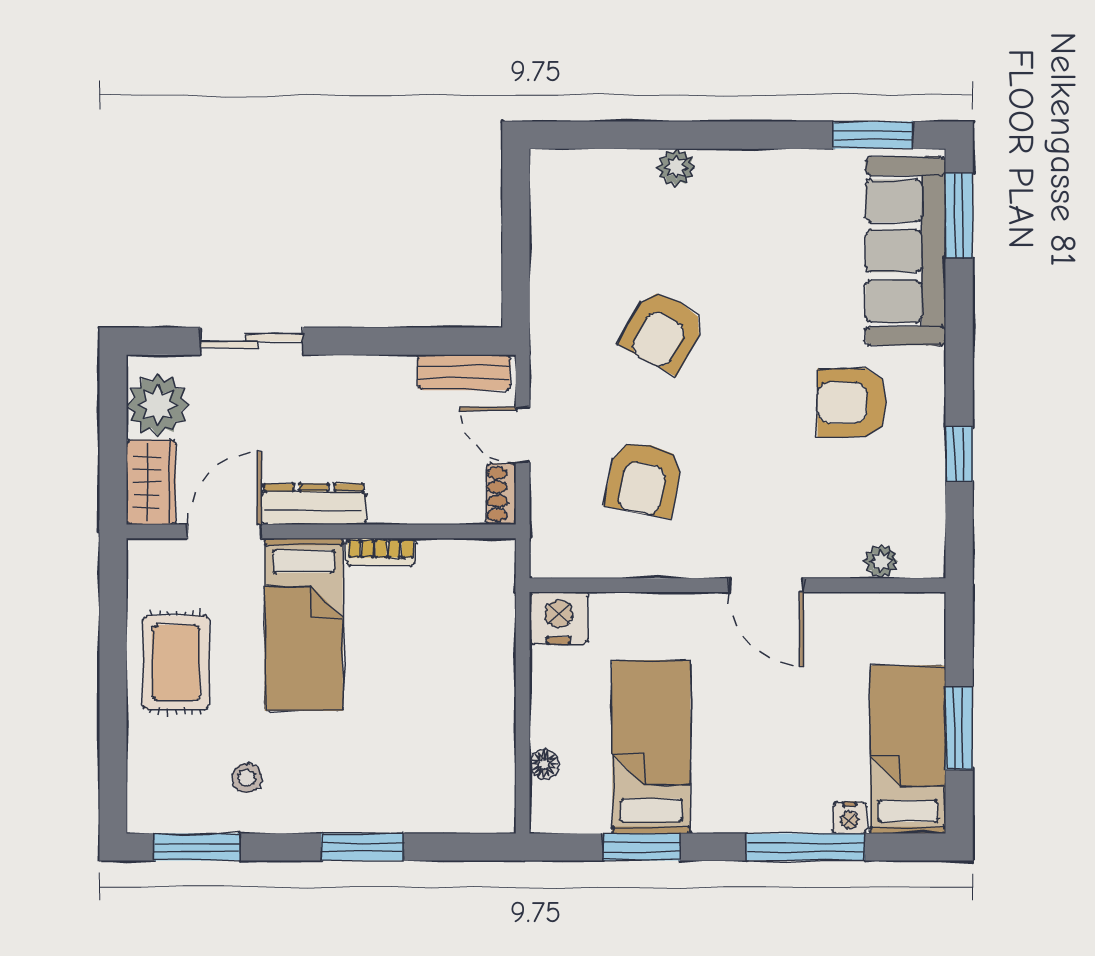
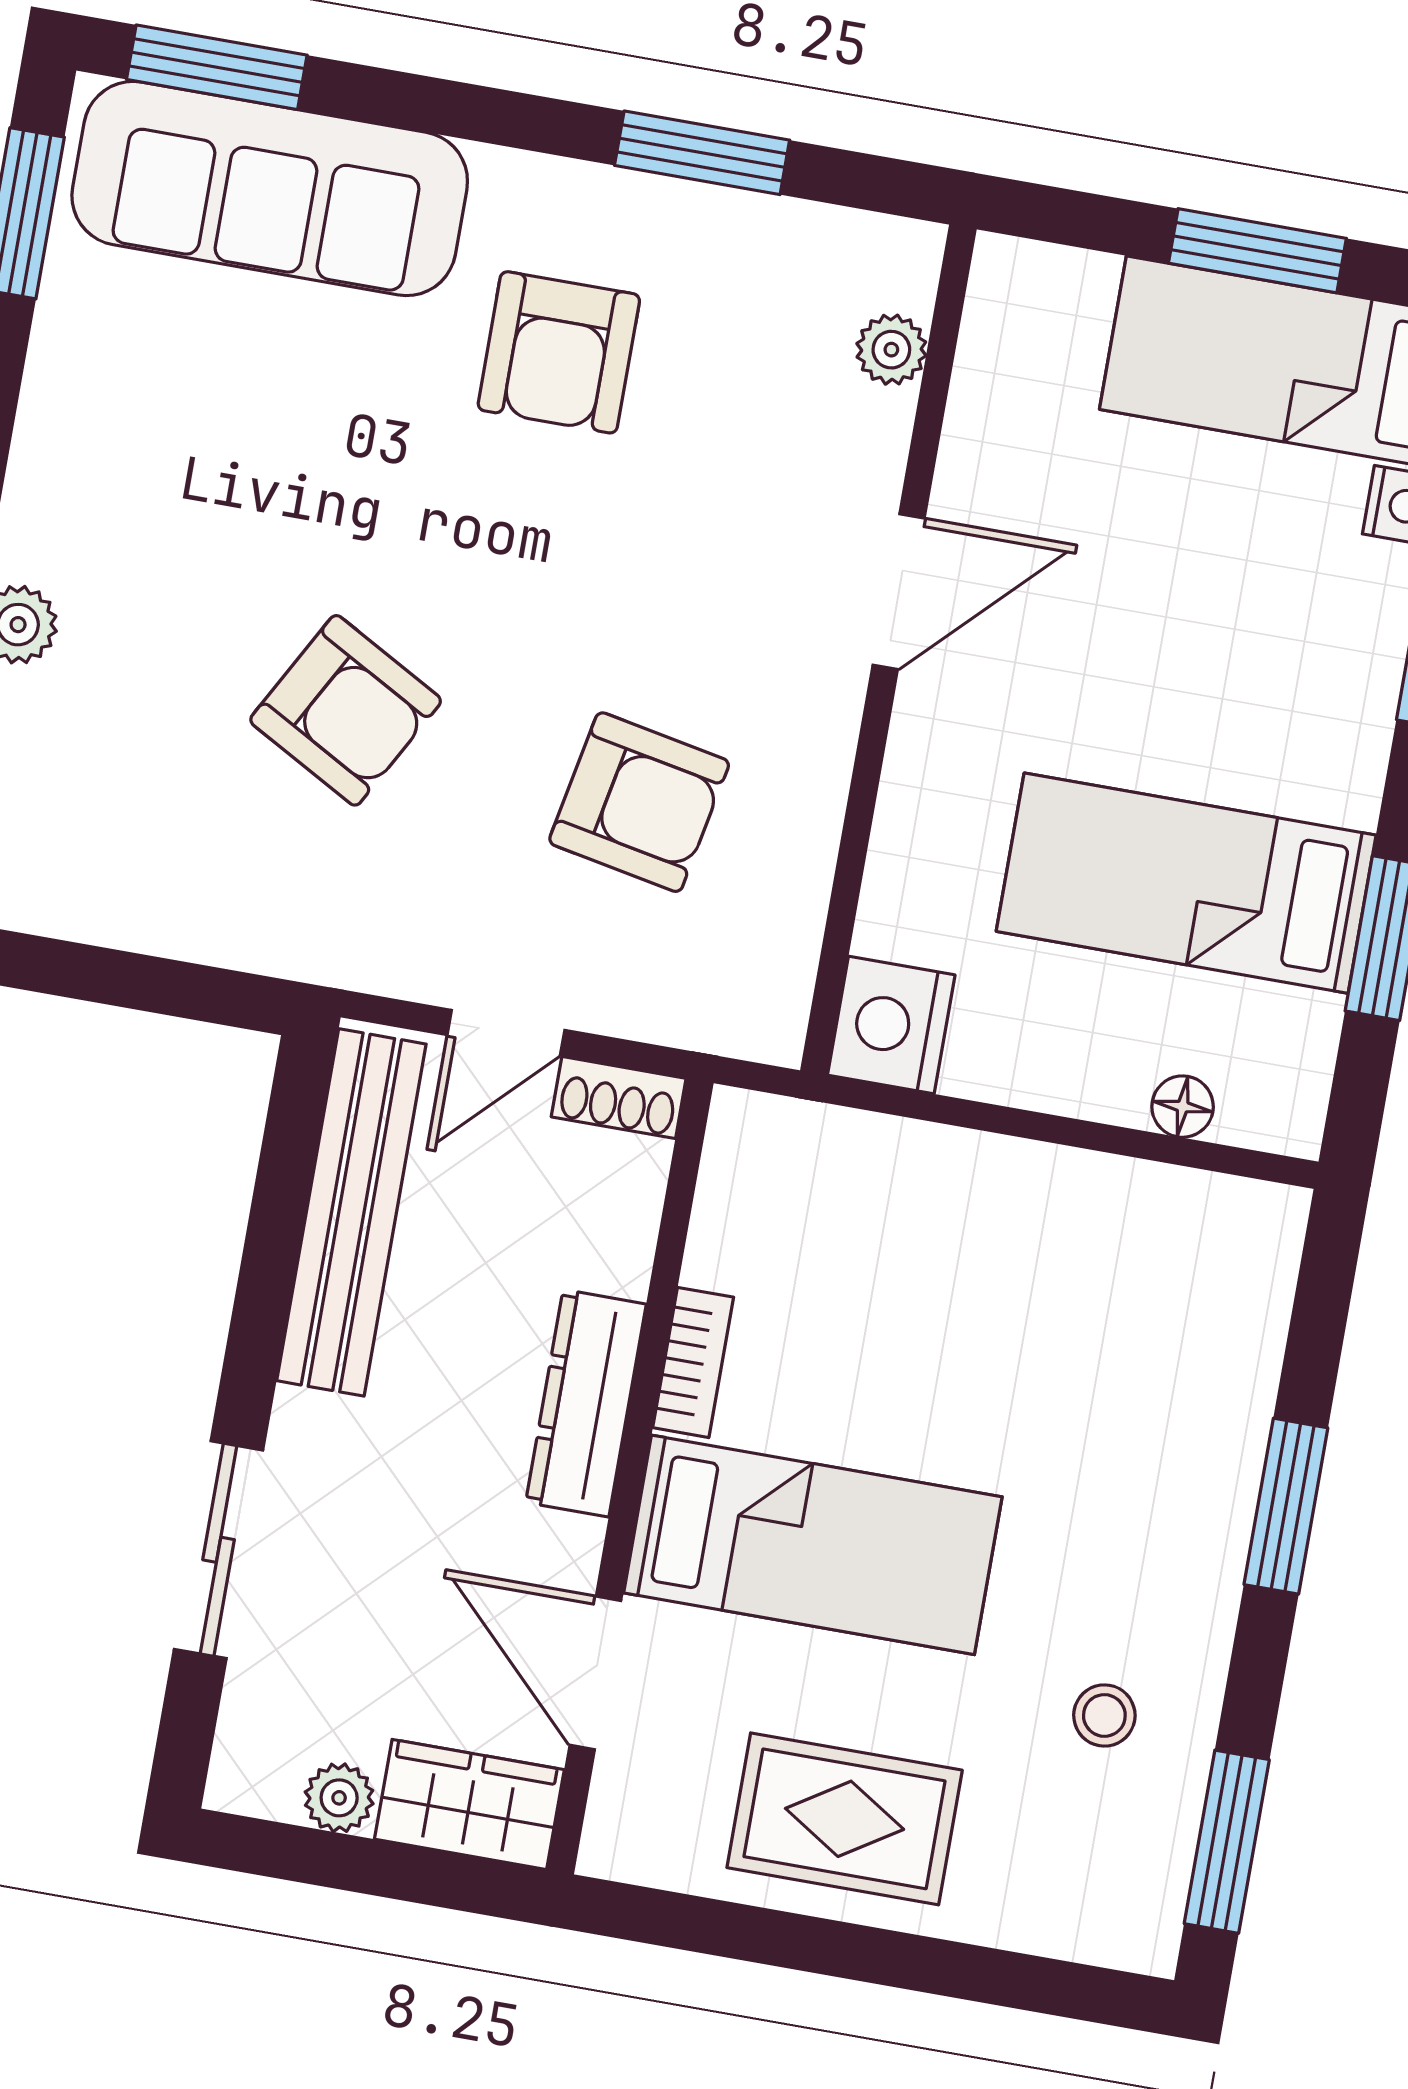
bench: (464, 372) -> (351, 1212), width x1.86, depth x1.21
plant: (158, 405) -> (339, 1798), width x0.53, depth x0.53
window: (959, 454) -> (702, 153), width x1.50
dresser: (314, 504) -> (586, 1403), moved

